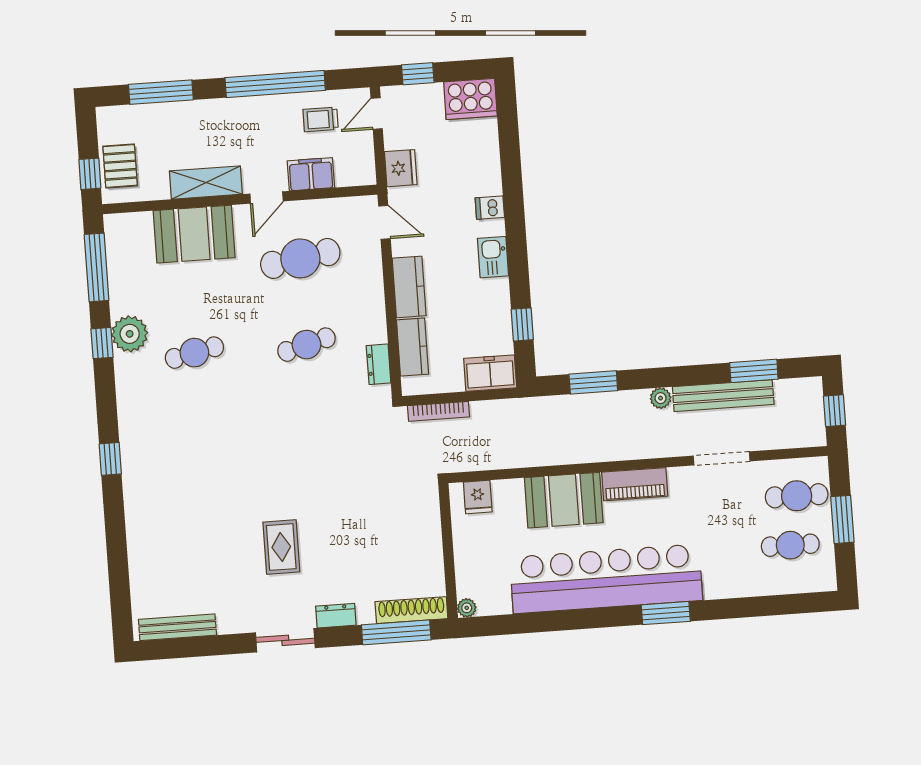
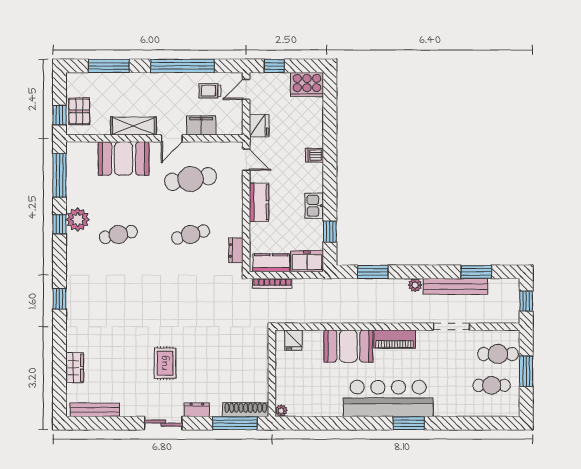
kitchen sink: (493, 257) -> (314, 206), moved
kitchen counter: (413, 347) -> (271, 263), moved, turned -90
wardrobe: (142, 564) -> (75, 368), added
bar counter: (606, 579) -> (388, 398), width x0.73

